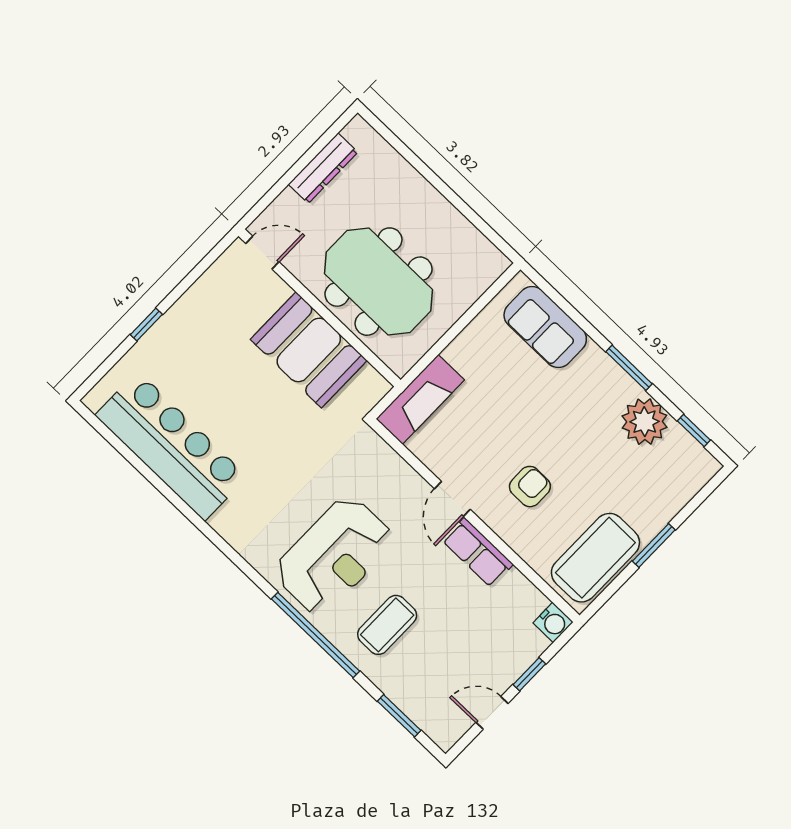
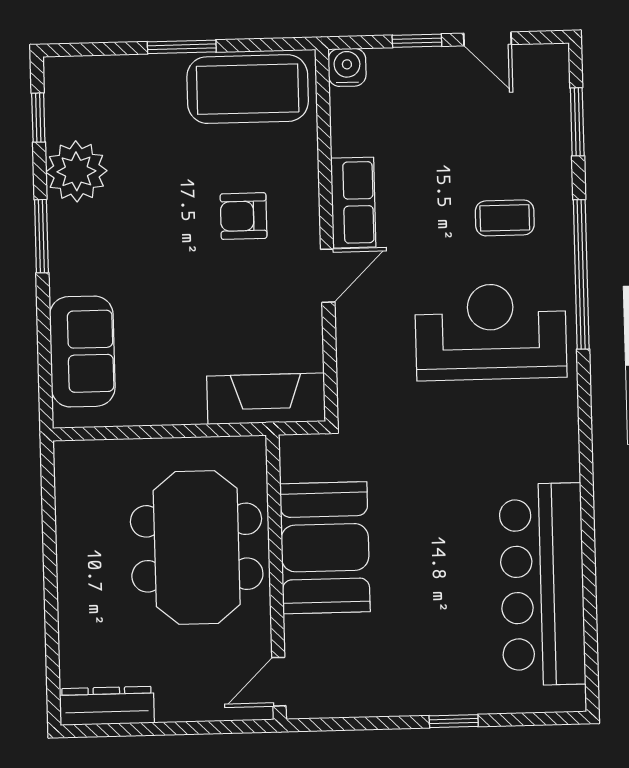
dresser: (323, 168) -> (107, 706), moved
door: (262, 253) -> (279, 682), hinge flipped
coffee table: (387, 625) -> (505, 218), width x0.73, depth x0.77

